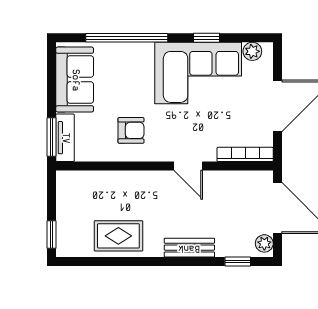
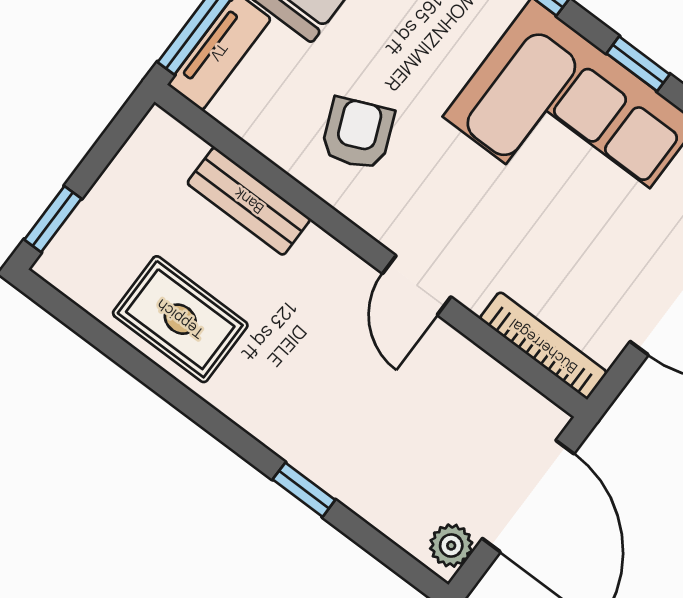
armchair: (131, 130) -> (358, 134), turned -113
bench: (189, 248) -> (249, 201), moved
window: (238, 262) -> (304, 490), moved

